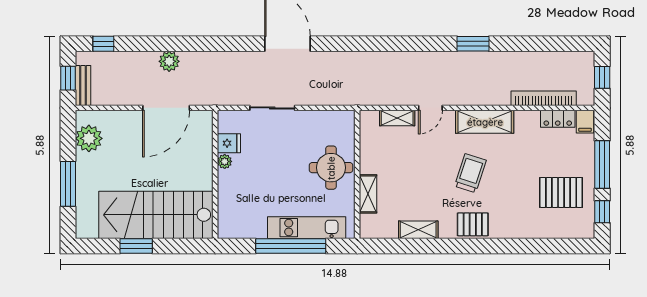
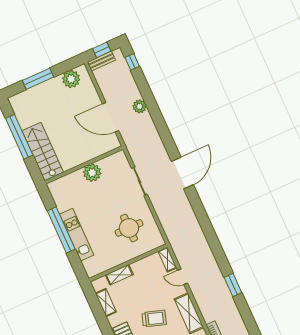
fridge: (229, 143) -> (106, 165), removed
plant: (225, 161) -> (92, 173), width x1.87, depth x1.87
round table: (331, 168) -> (129, 228), moved
wall: (357, 174) -> (128, 263), moved
shelving: (368, 194) -> (119, 275), moved
stairs: (156, 215) -> (43, 152), width x0.73, depth x0.66
window: (136, 246) -> (19, 137), width x2.11

